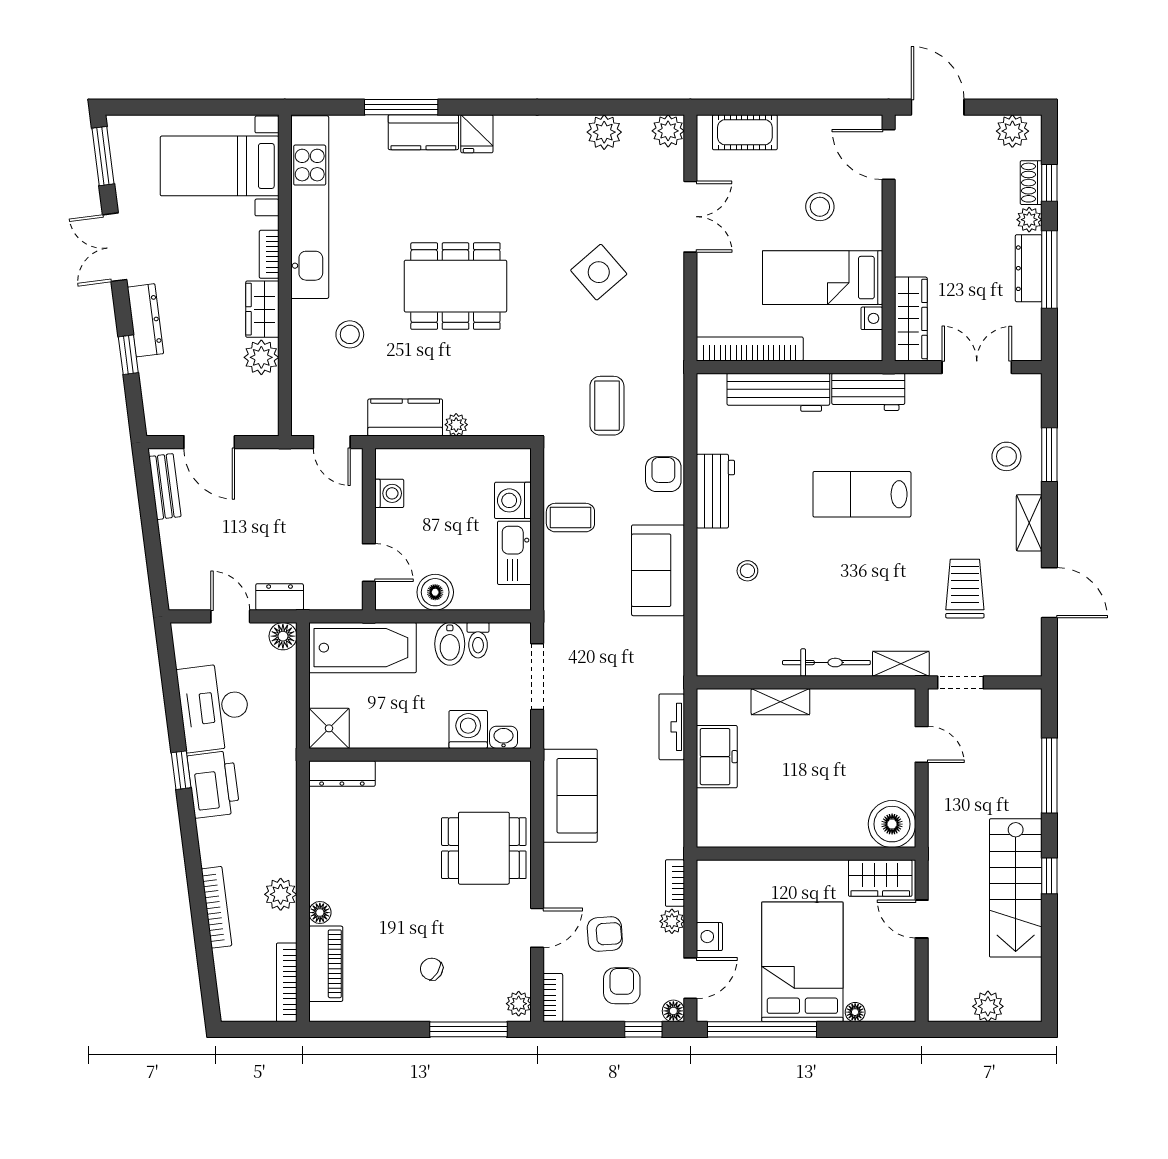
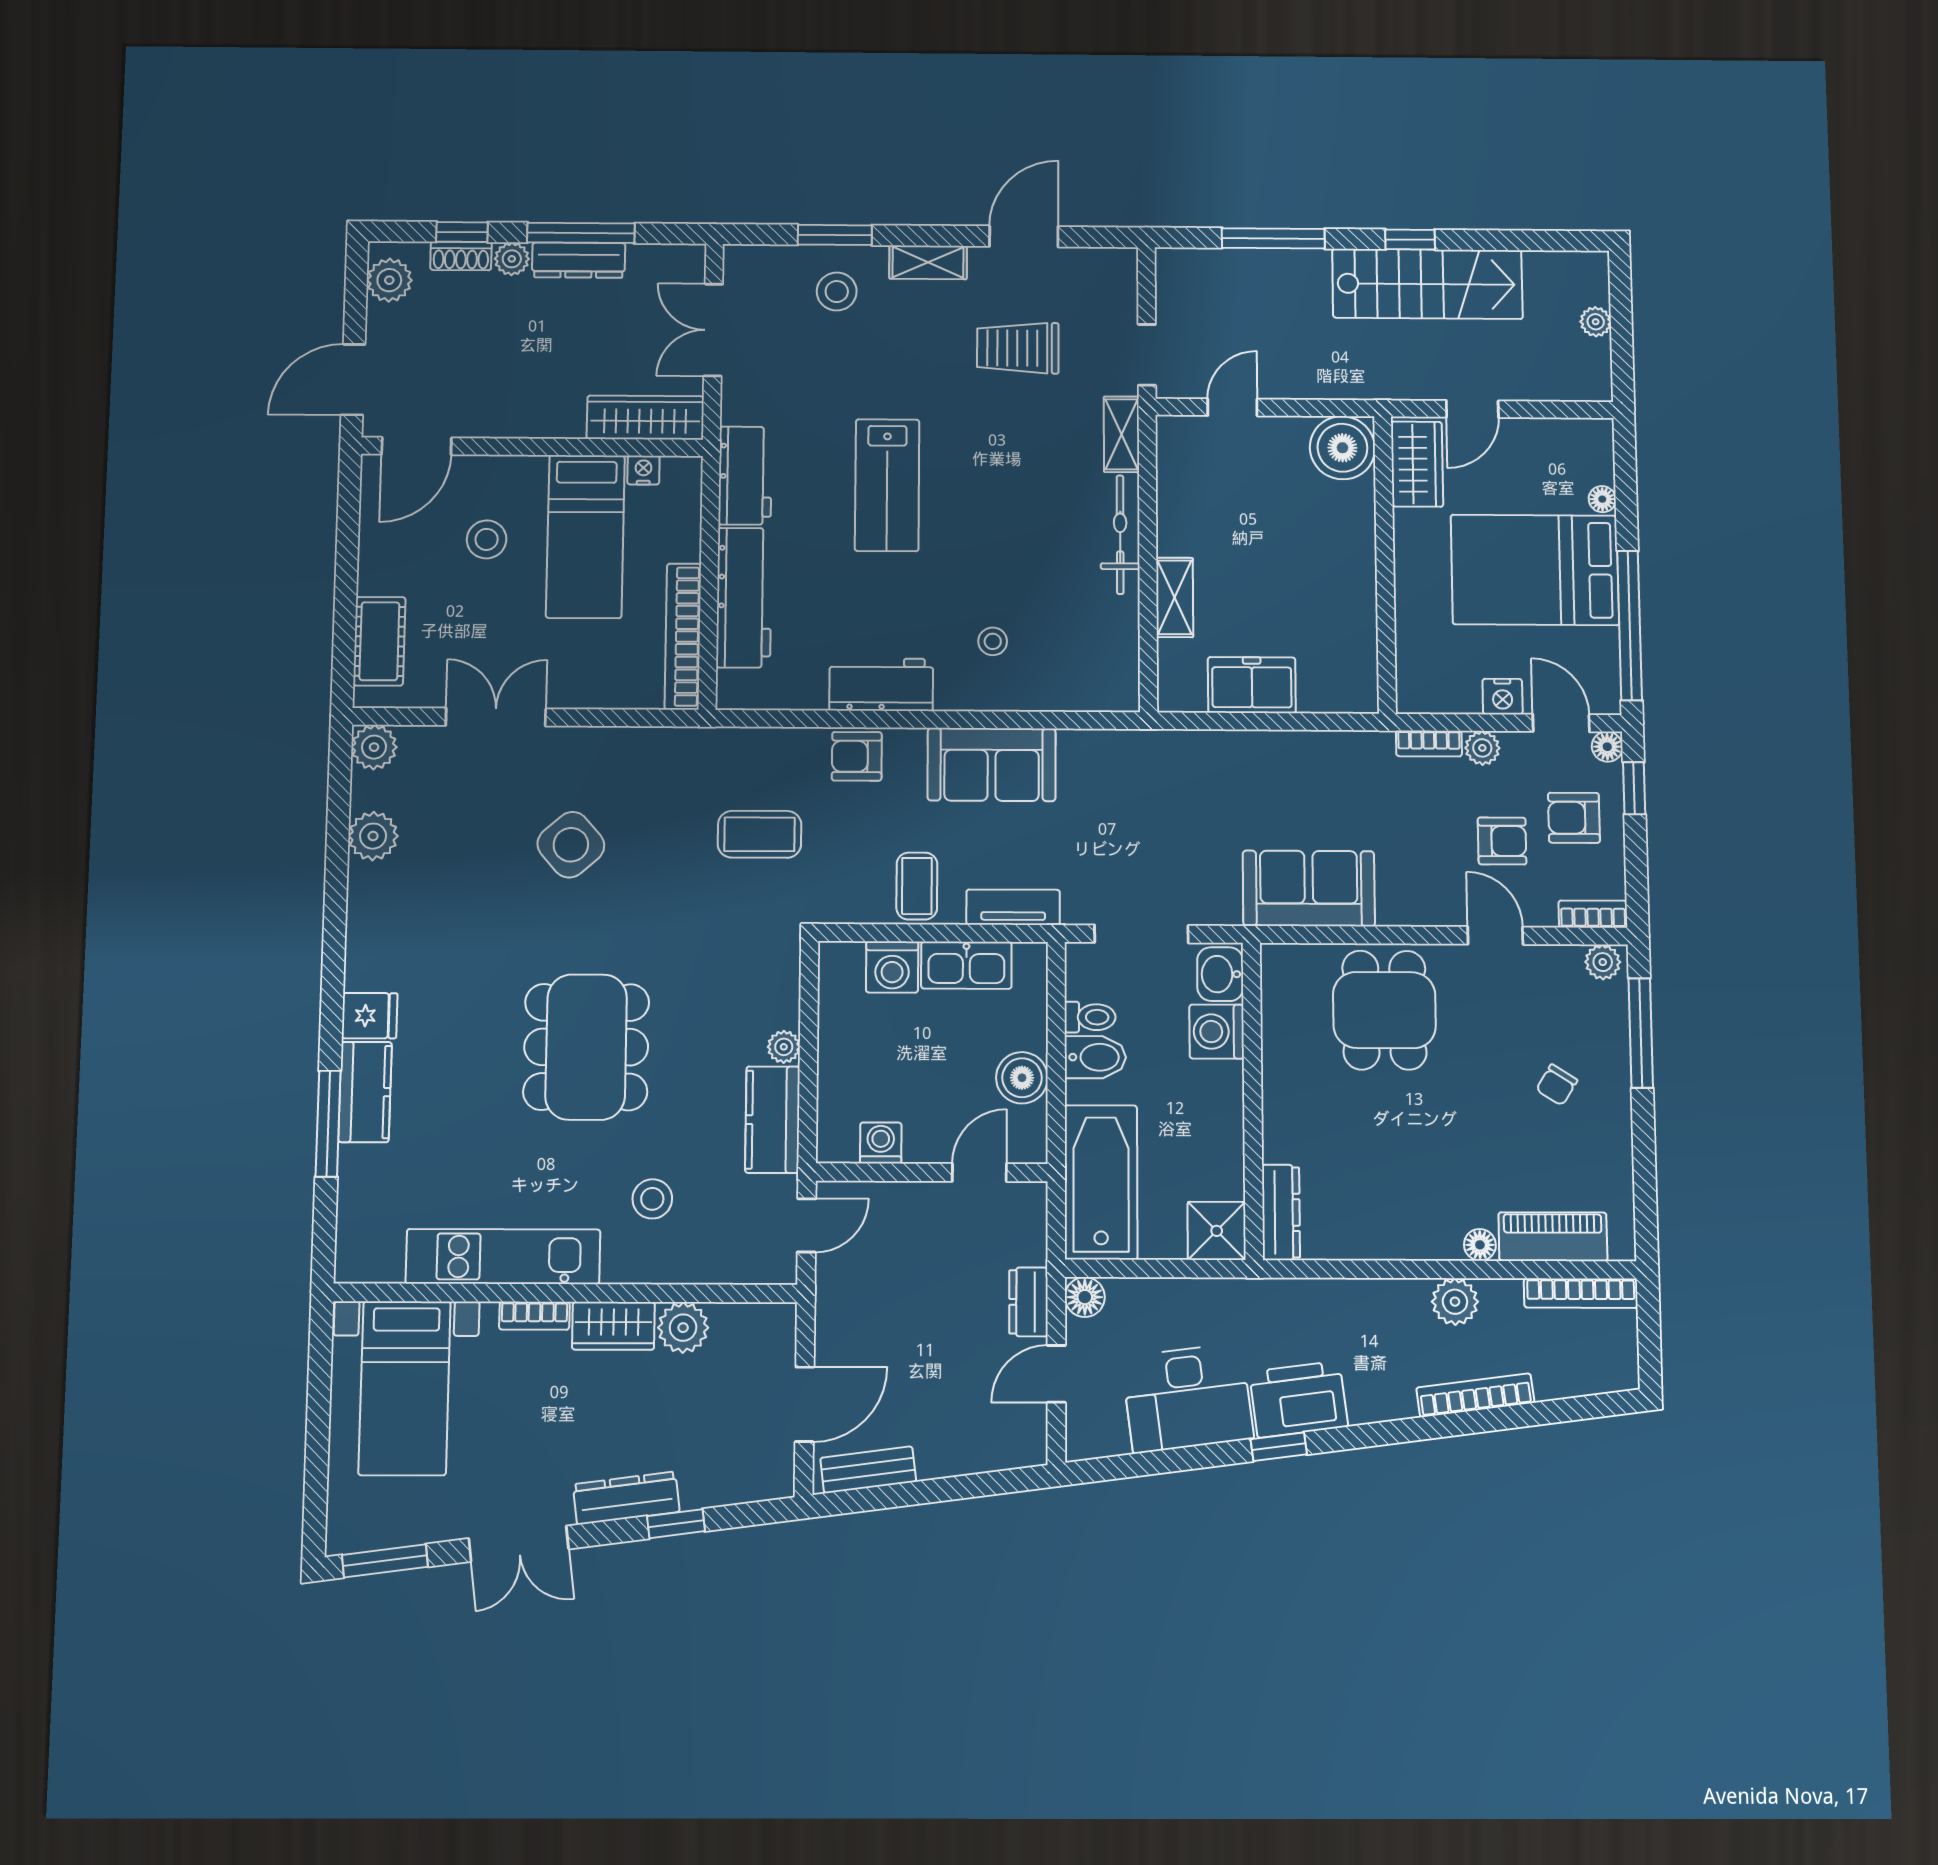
kitchen unit: (310, 207) -> (503, 1257), width x0.73
tv unit: (672, 727) -> (1013, 907), moved, turned 180
washbasin: (504, 737) -> (1220, 974), width x1.38, depth x1.45
armchair: (605, 934) -> (1502, 841), turned 94
plant: (988, 1006) -> (1596, 322), width x0.73, depth x0.73

